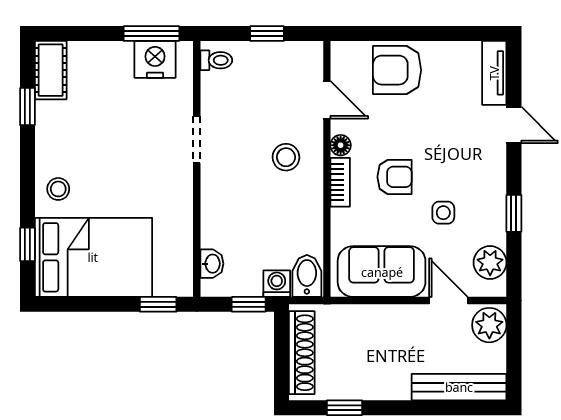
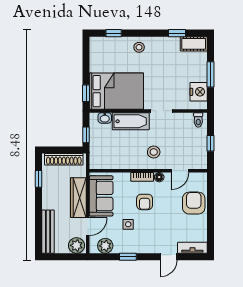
window: (151, 34) -> (210, 74), moved
bathtub: (219, 207) -> (131, 121), added
bed: (93, 257) -> (116, 91), moved, turned -90
bidet: (307, 276) -> (99, 162), removed
washing machine: (277, 284) -> (96, 148), removed
wardrobe: (385, 321) -> (78, 198), added

